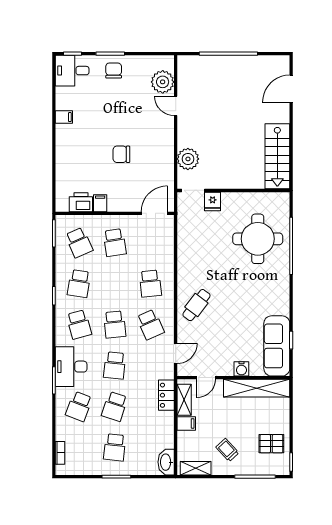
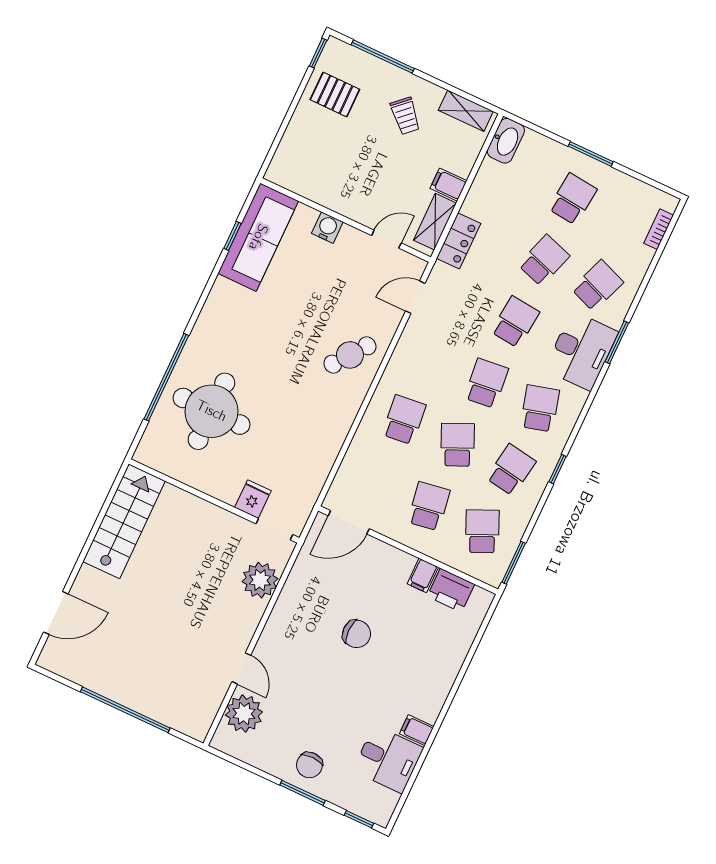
desk: (72, 71) -> (388, 759), moved
school desk: (150, 324) -> (458, 445), moved
shelving: (257, 388) -> (318, 188), removed

